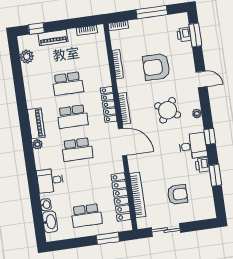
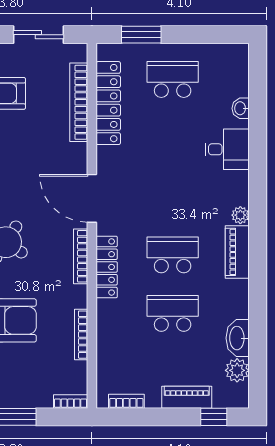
school desk: (77, 150) -> (173, 196), removed
washbasin: (50, 222) -> (238, 338), moved

